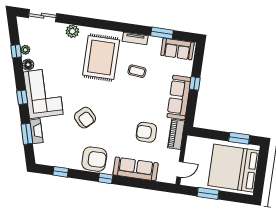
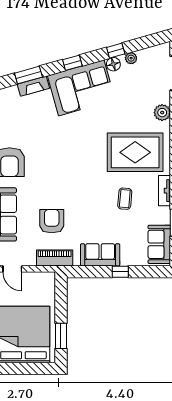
window: (16, 51) -> (116, 51), moved
sofa: (179, 97) -> (100, 255), width x0.73
armchair: (85, 118) -> (59, 143), removed

